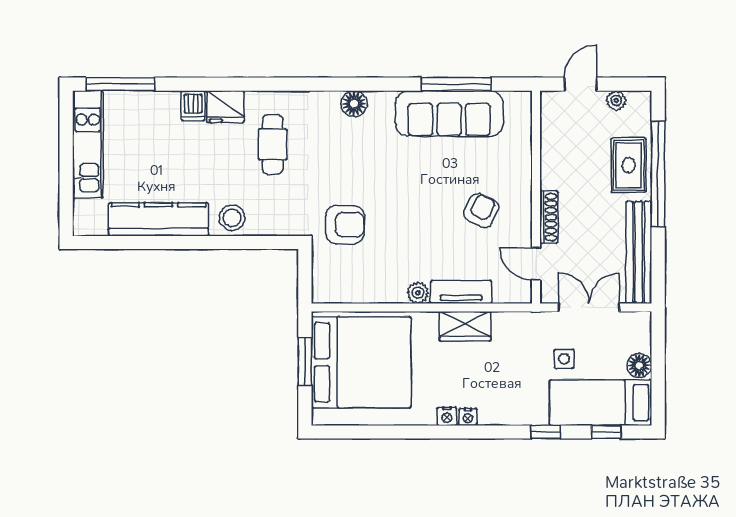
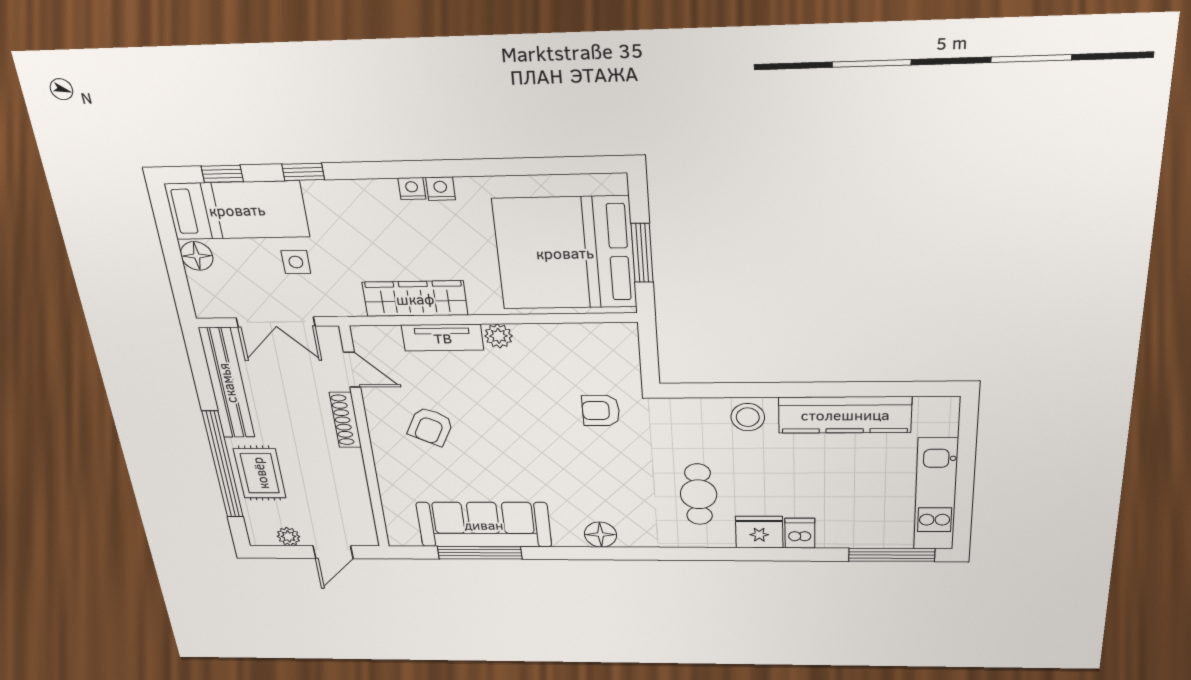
armchair: (345, 225) -> (601, 411), width x0.72, depth x0.72
wardrobe: (465, 326) -> (415, 299), width x1.50

